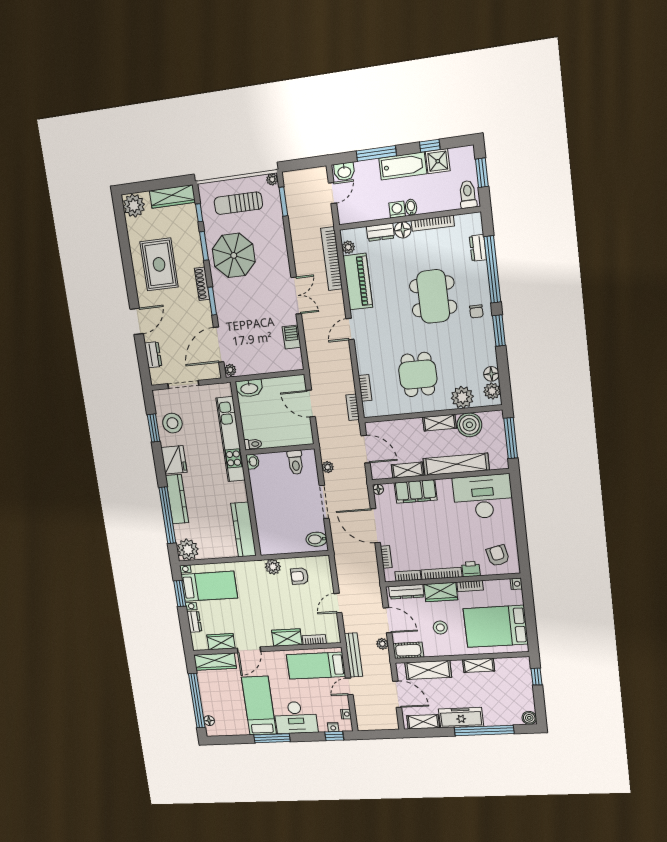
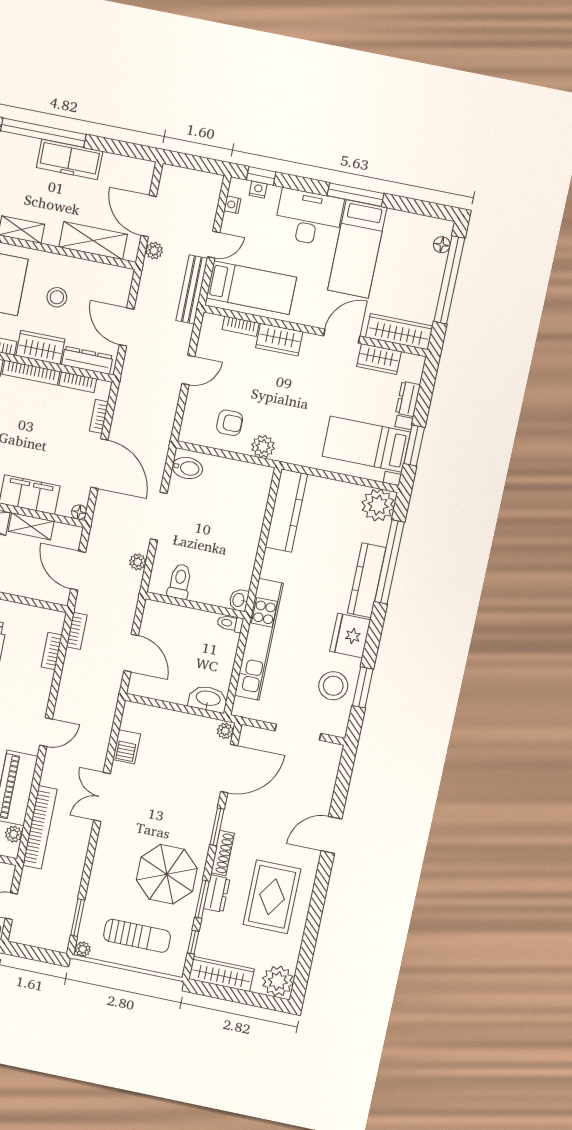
dresser: (153, 355) -> (217, 894), moved, turned 180
plant: (382, 644) -> (154, 251), moved
cot: (408, 650) -> (112, 276), removed
shelving: (423, 722) -> (125, 166), removed

